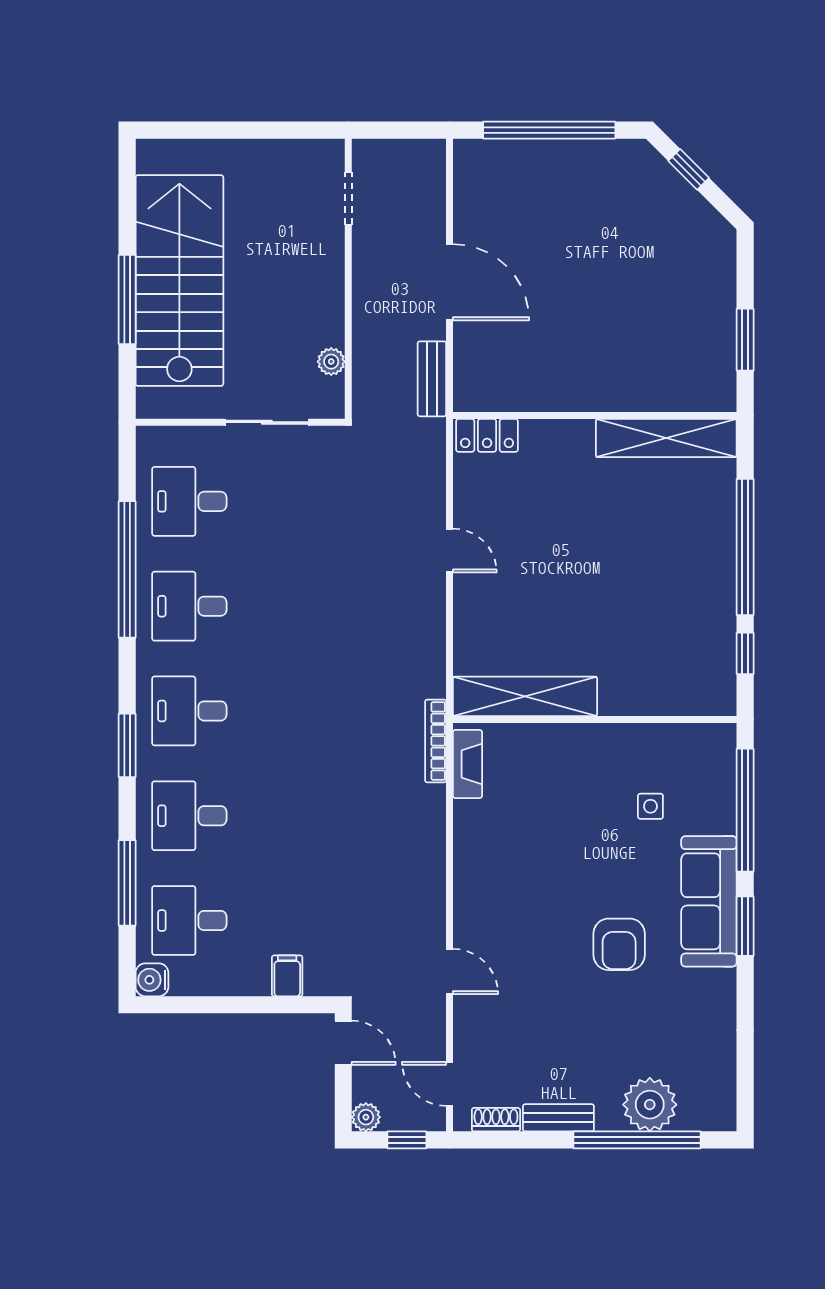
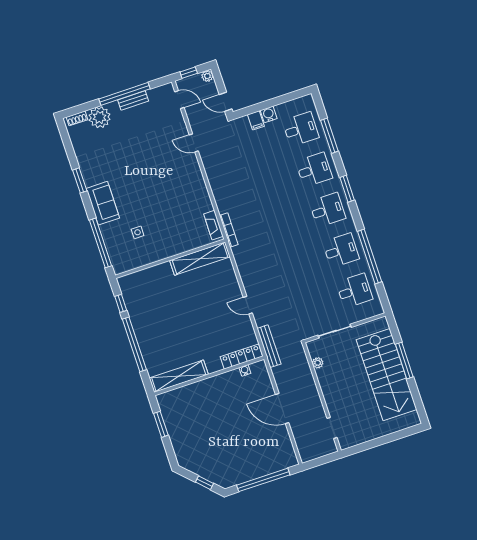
bench: (432, 379) -> (269, 346), moved, width x1.36
water cooler: (507, 400) -> (245, 370), added
locker: (487, 435) -> (241, 357), width x1.53
sofa: (709, 901) -> (103, 203), width x0.73
window: (745, 926) -> (80, 180), moved
armchair: (619, 944) -> (132, 175), removed
water cooler: (152, 980) -> (269, 114), moved, turned -90
shoe rack: (496, 1120) -> (77, 118), moved
window: (637, 1140) -> (125, 94), moved

